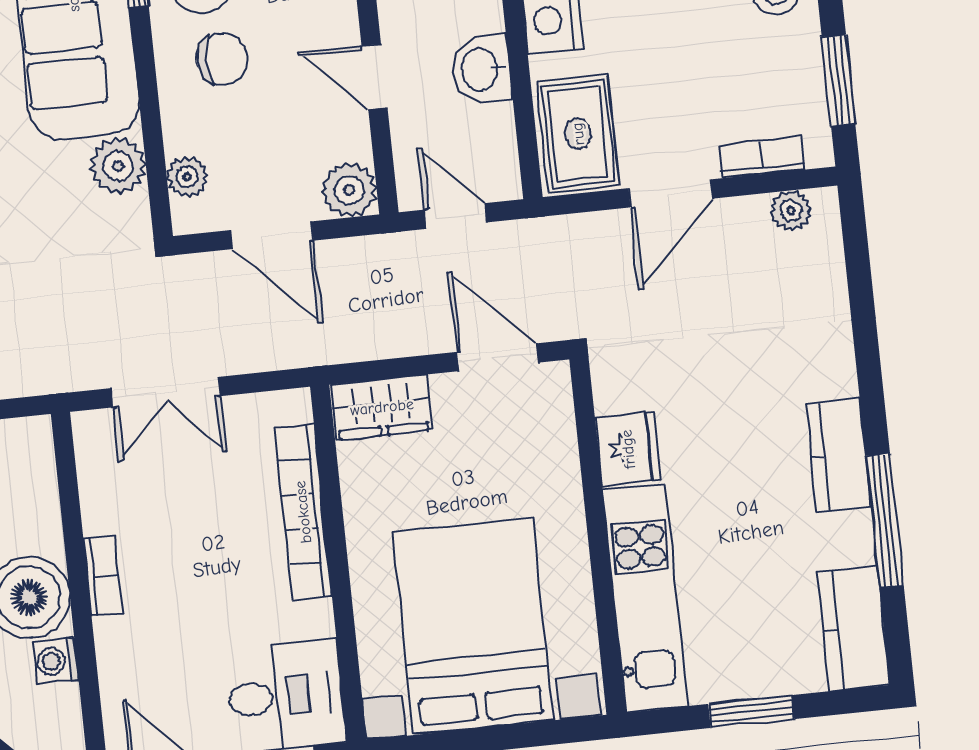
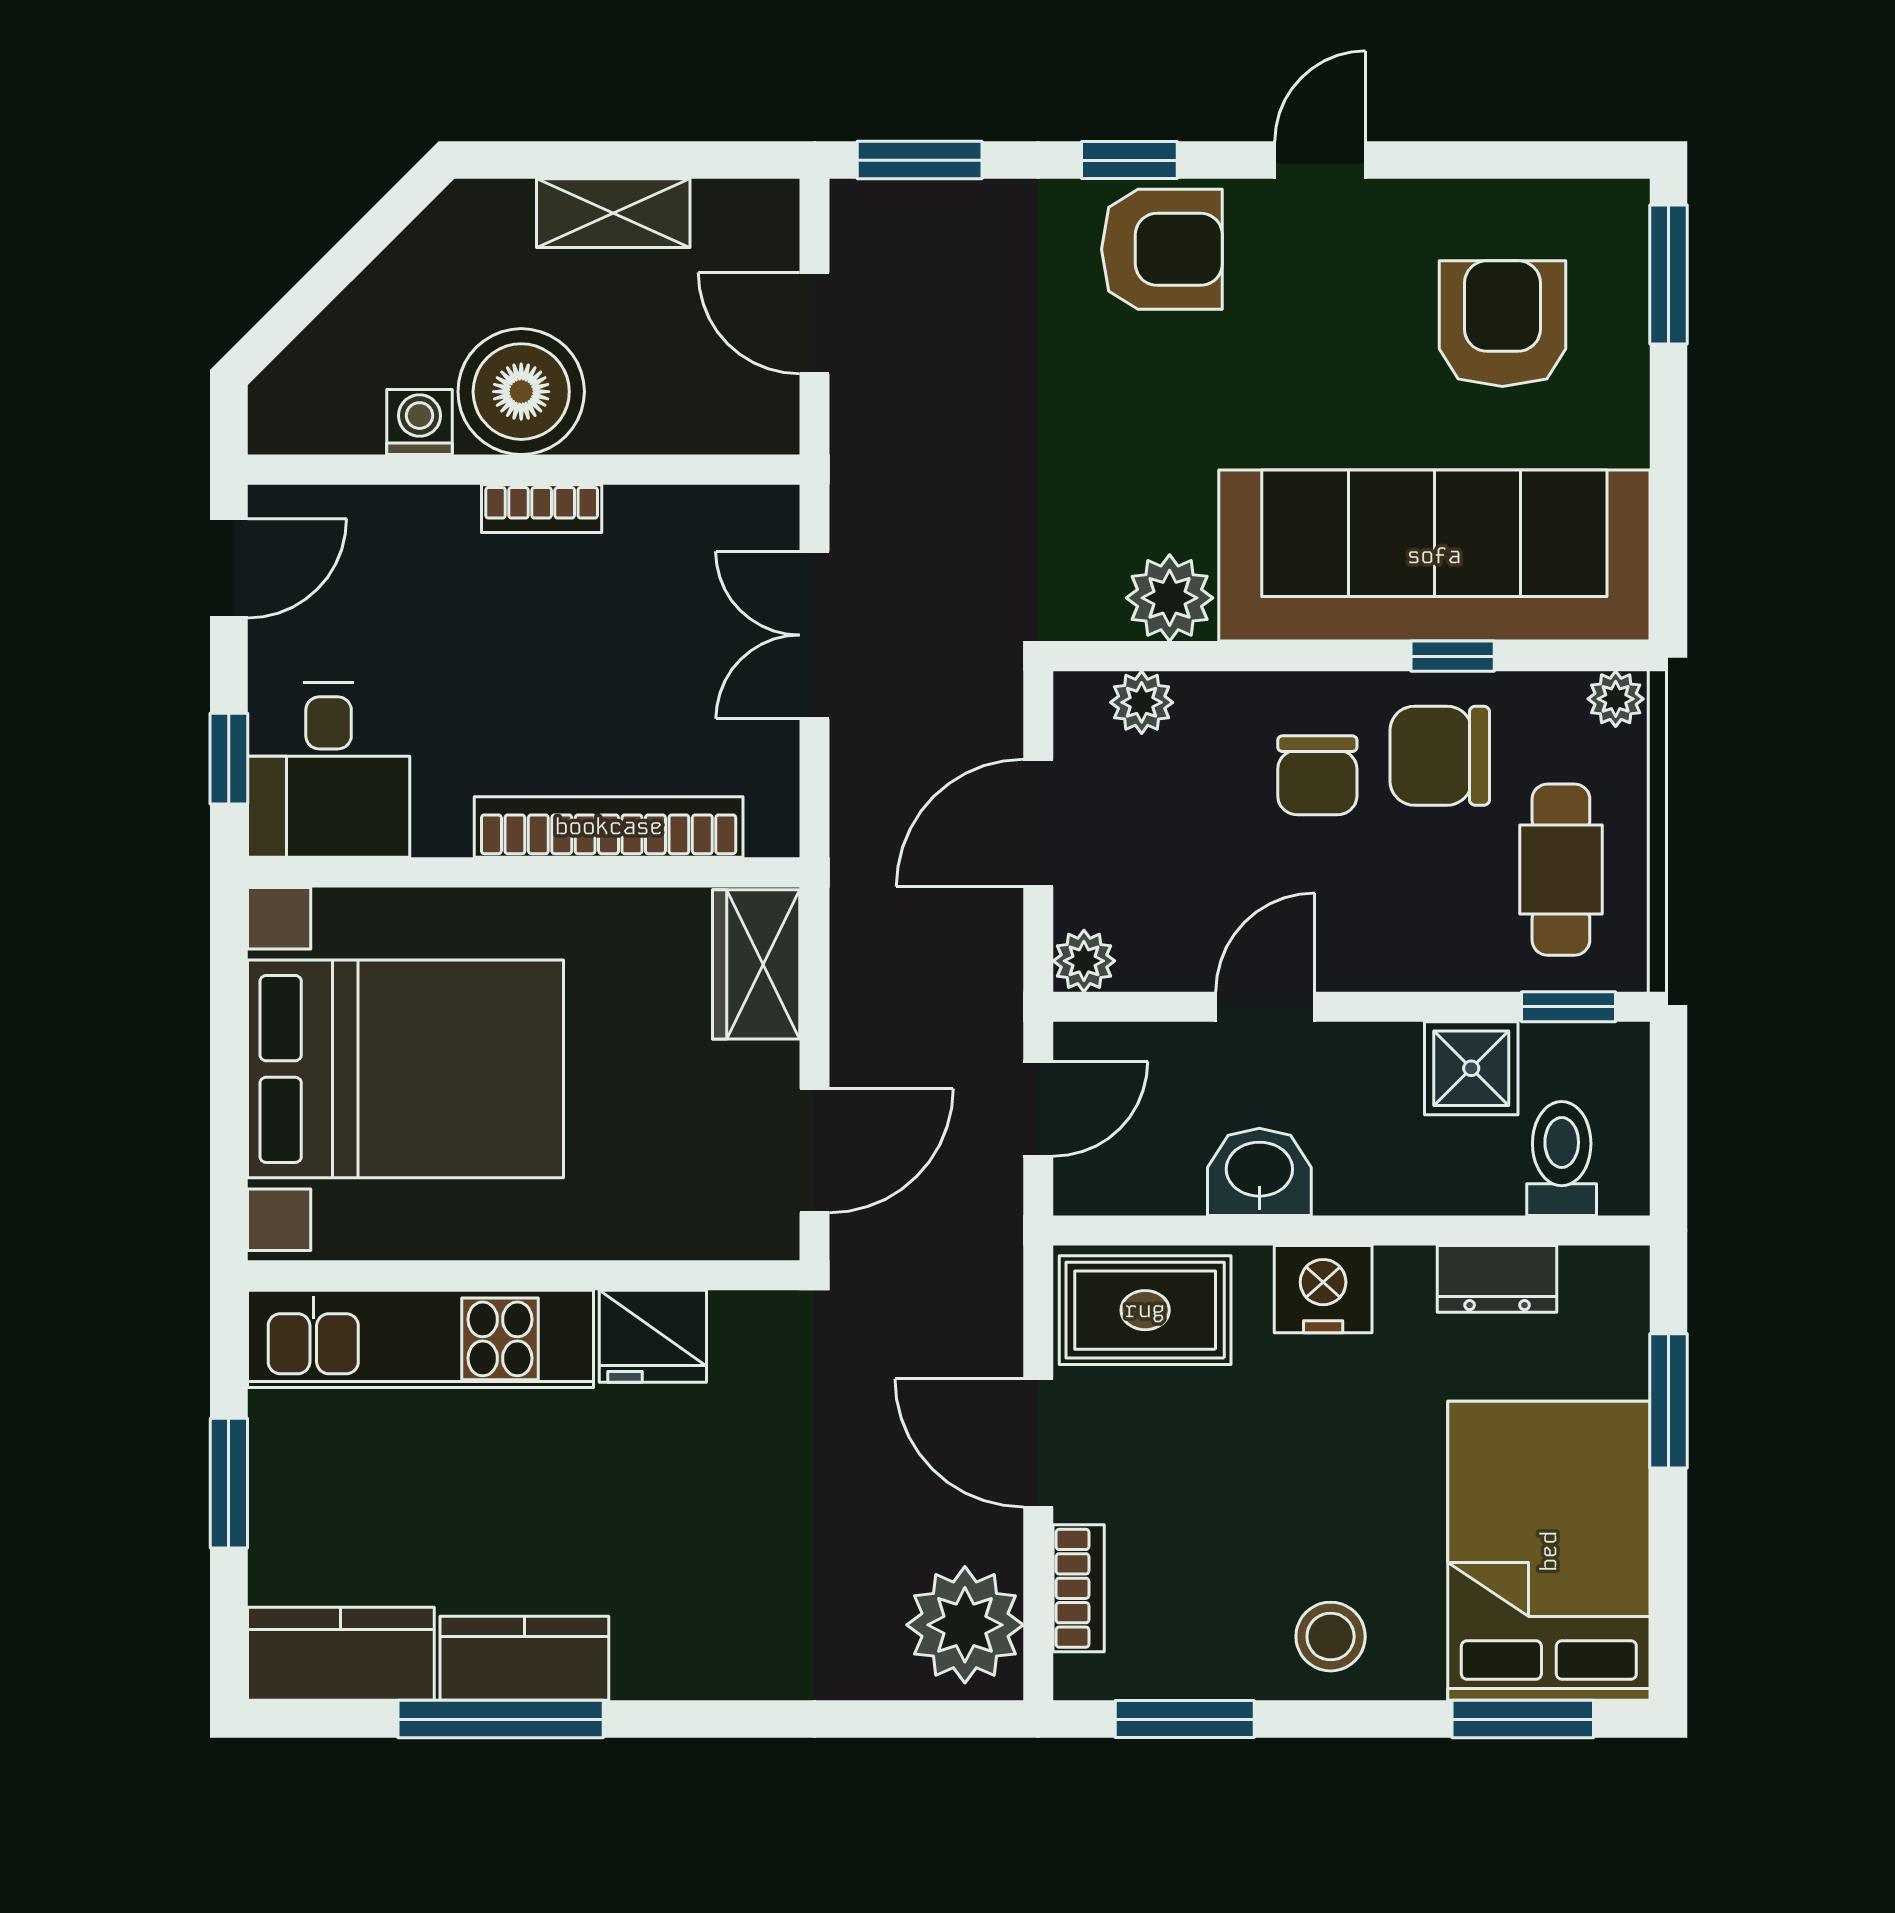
plant: (349, 190) -> (1084, 961), width x0.73, depth x0.73
plant: (791, 211) -> (965, 1625), width x1.87, depth x1.87
kitchen counter: (838, 455) -> (524, 1658), moved

